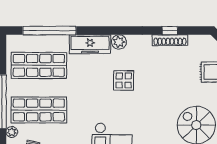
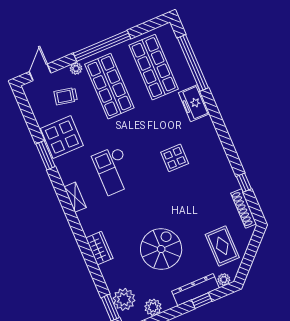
shoe rack: (170, 40) -> (244, 208), moved
plant: (119, 42) -> (211, 137), removed
freezer: (90, 44) -> (194, 103), width x0.71

